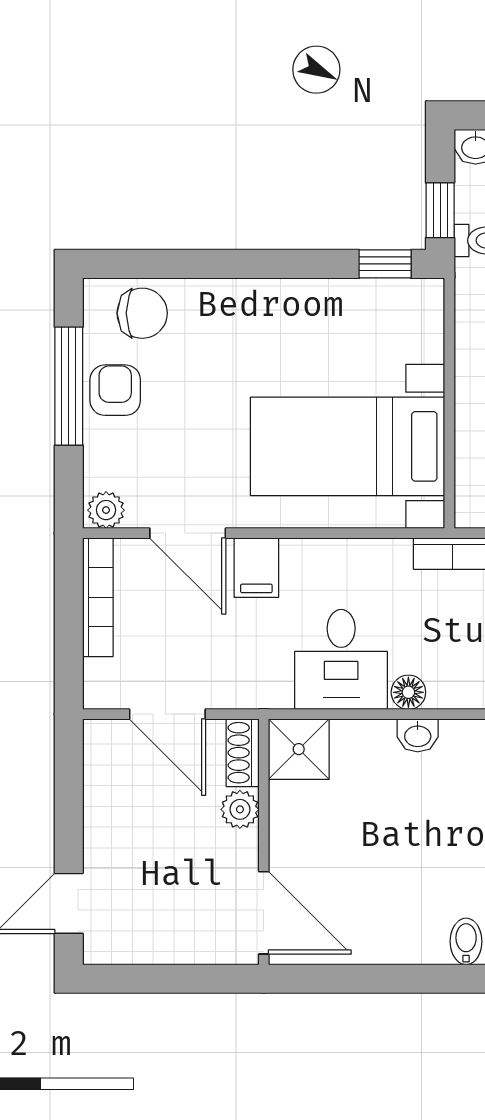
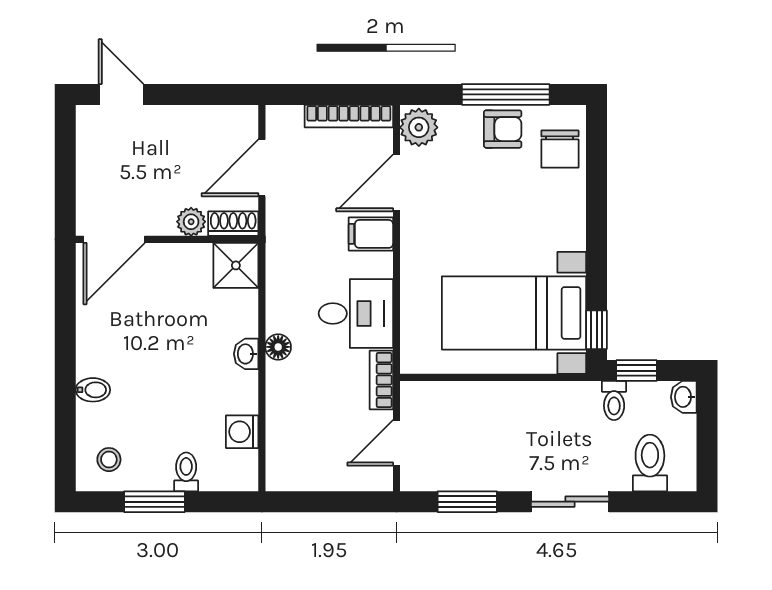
bed with nightstands: (348, 446) -> (514, 313), moved, turned -90
plant: (106, 510) -> (419, 127), width x1.38, depth x1.38
desk: (341, 659) -> (356, 313), moved, turned 180

